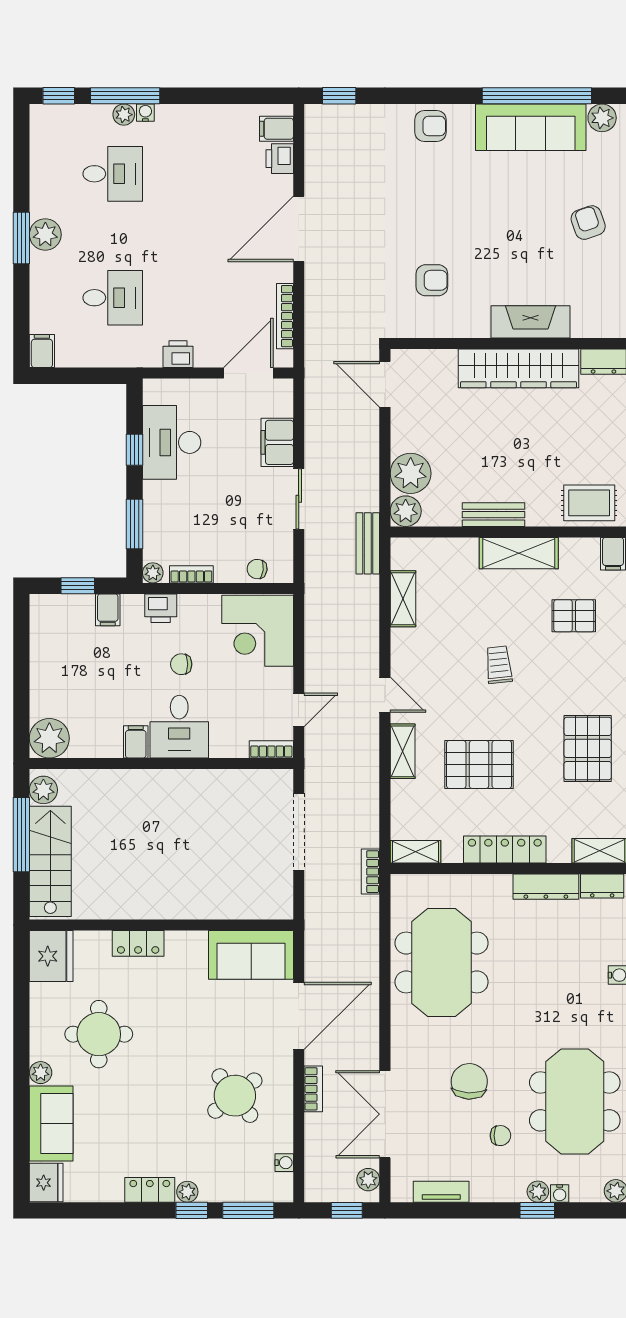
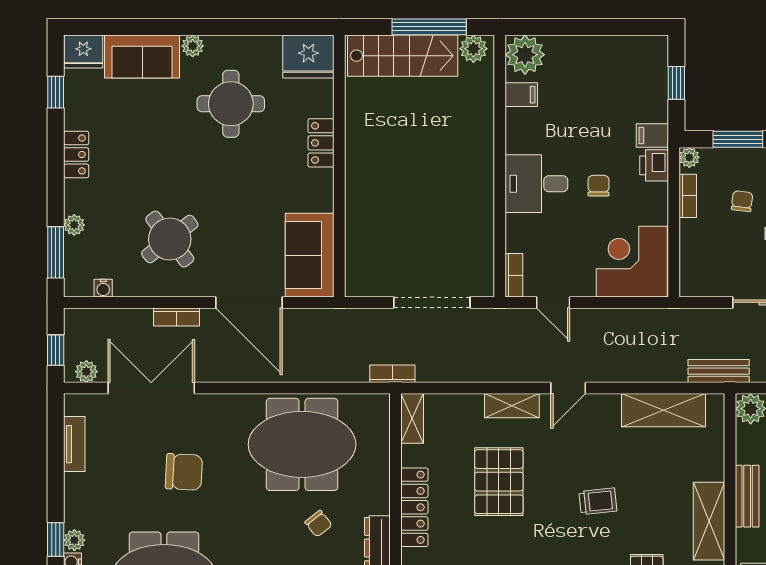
chair: (257, 569) -> (742, 201), moved
shelving: (403, 599) -> (664, 410), width x1.50, depth x1.33
filing cabinet: (108, 610) -> (652, 135), moved
filing cabinet: (136, 742) -> (521, 95), moved
chair: (500, 1136) -> (318, 524), moved, turned -38
plant: (187, 1192) -> (74, 225), moved
window: (192, 1210) -> (56, 92), moved

